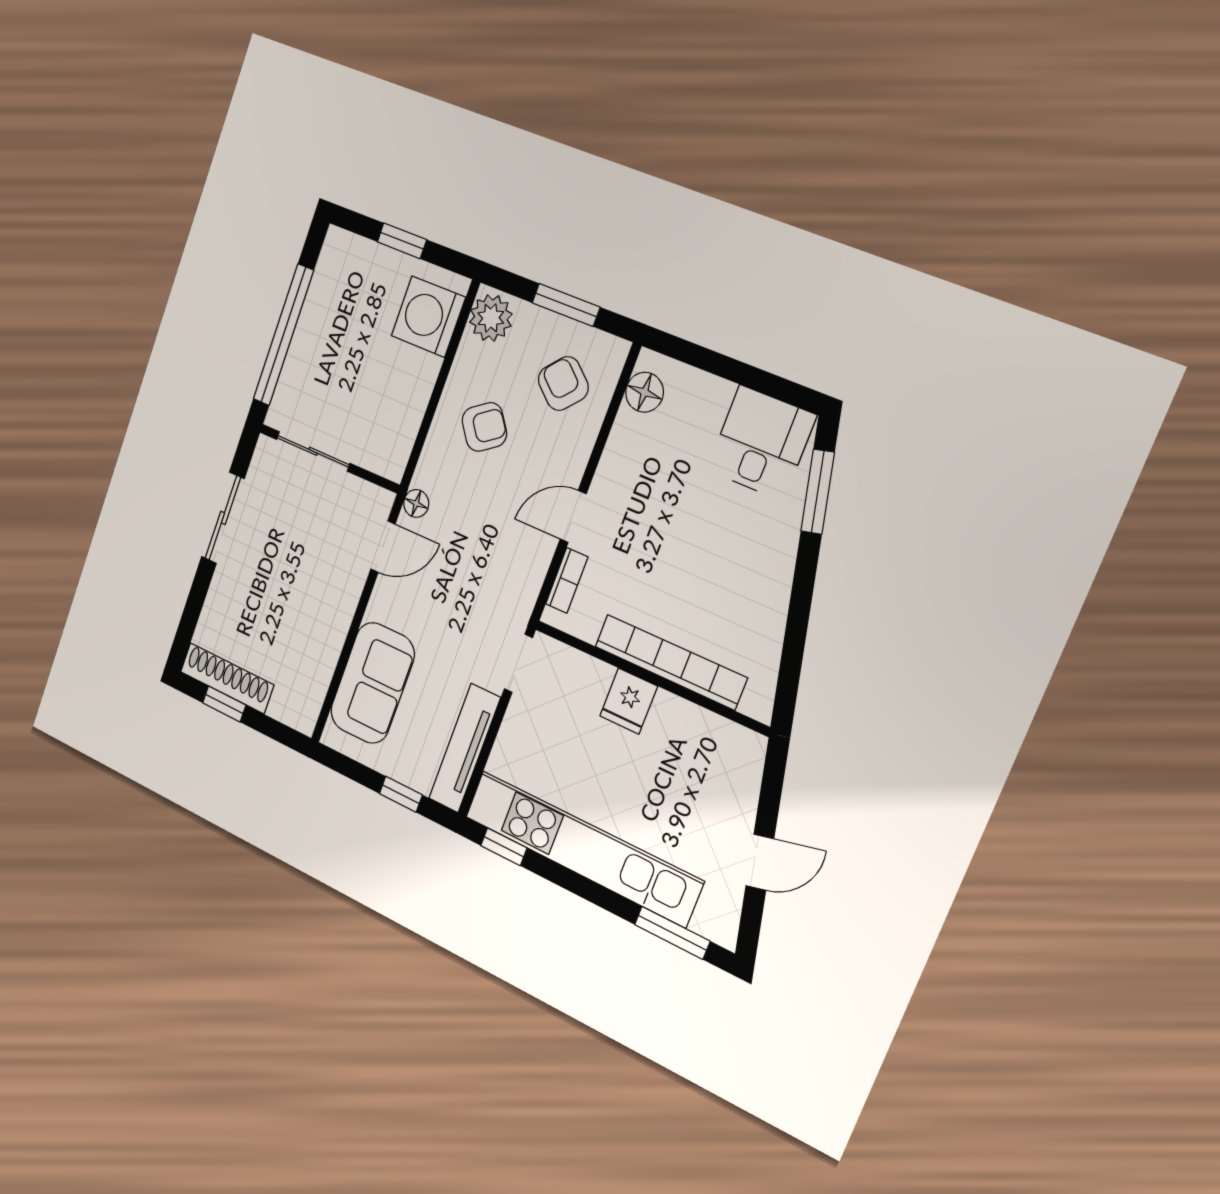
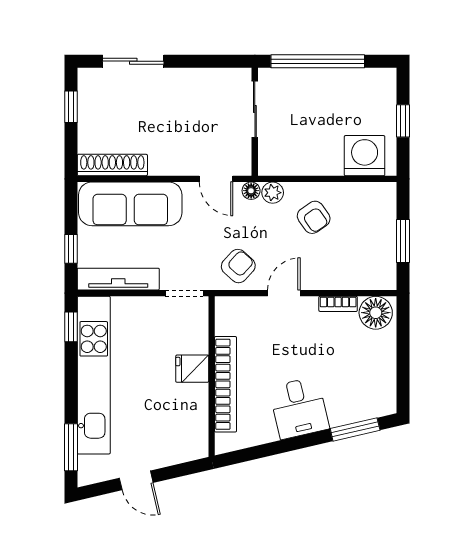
plant: (491, 318) -> (273, 193), moved, width x0.73, depth x0.73
armchair: (563, 384) -> (238, 266), moved
floor lamp: (644, 392) -> (376, 313), width x1.38, depth x1.38
desk: (761, 443) -> (299, 408), moved, turned 77
door: (573, 516) -> (284, 293), hinge flipped
sliding door: (223, 518) -> (133, 61), moved
bookcase: (567, 580) -> (338, 304), moved
shoe rack: (227, 678) -> (112, 165), moved, turned -90
sofa: (372, 683) -> (130, 204), width x1.36

